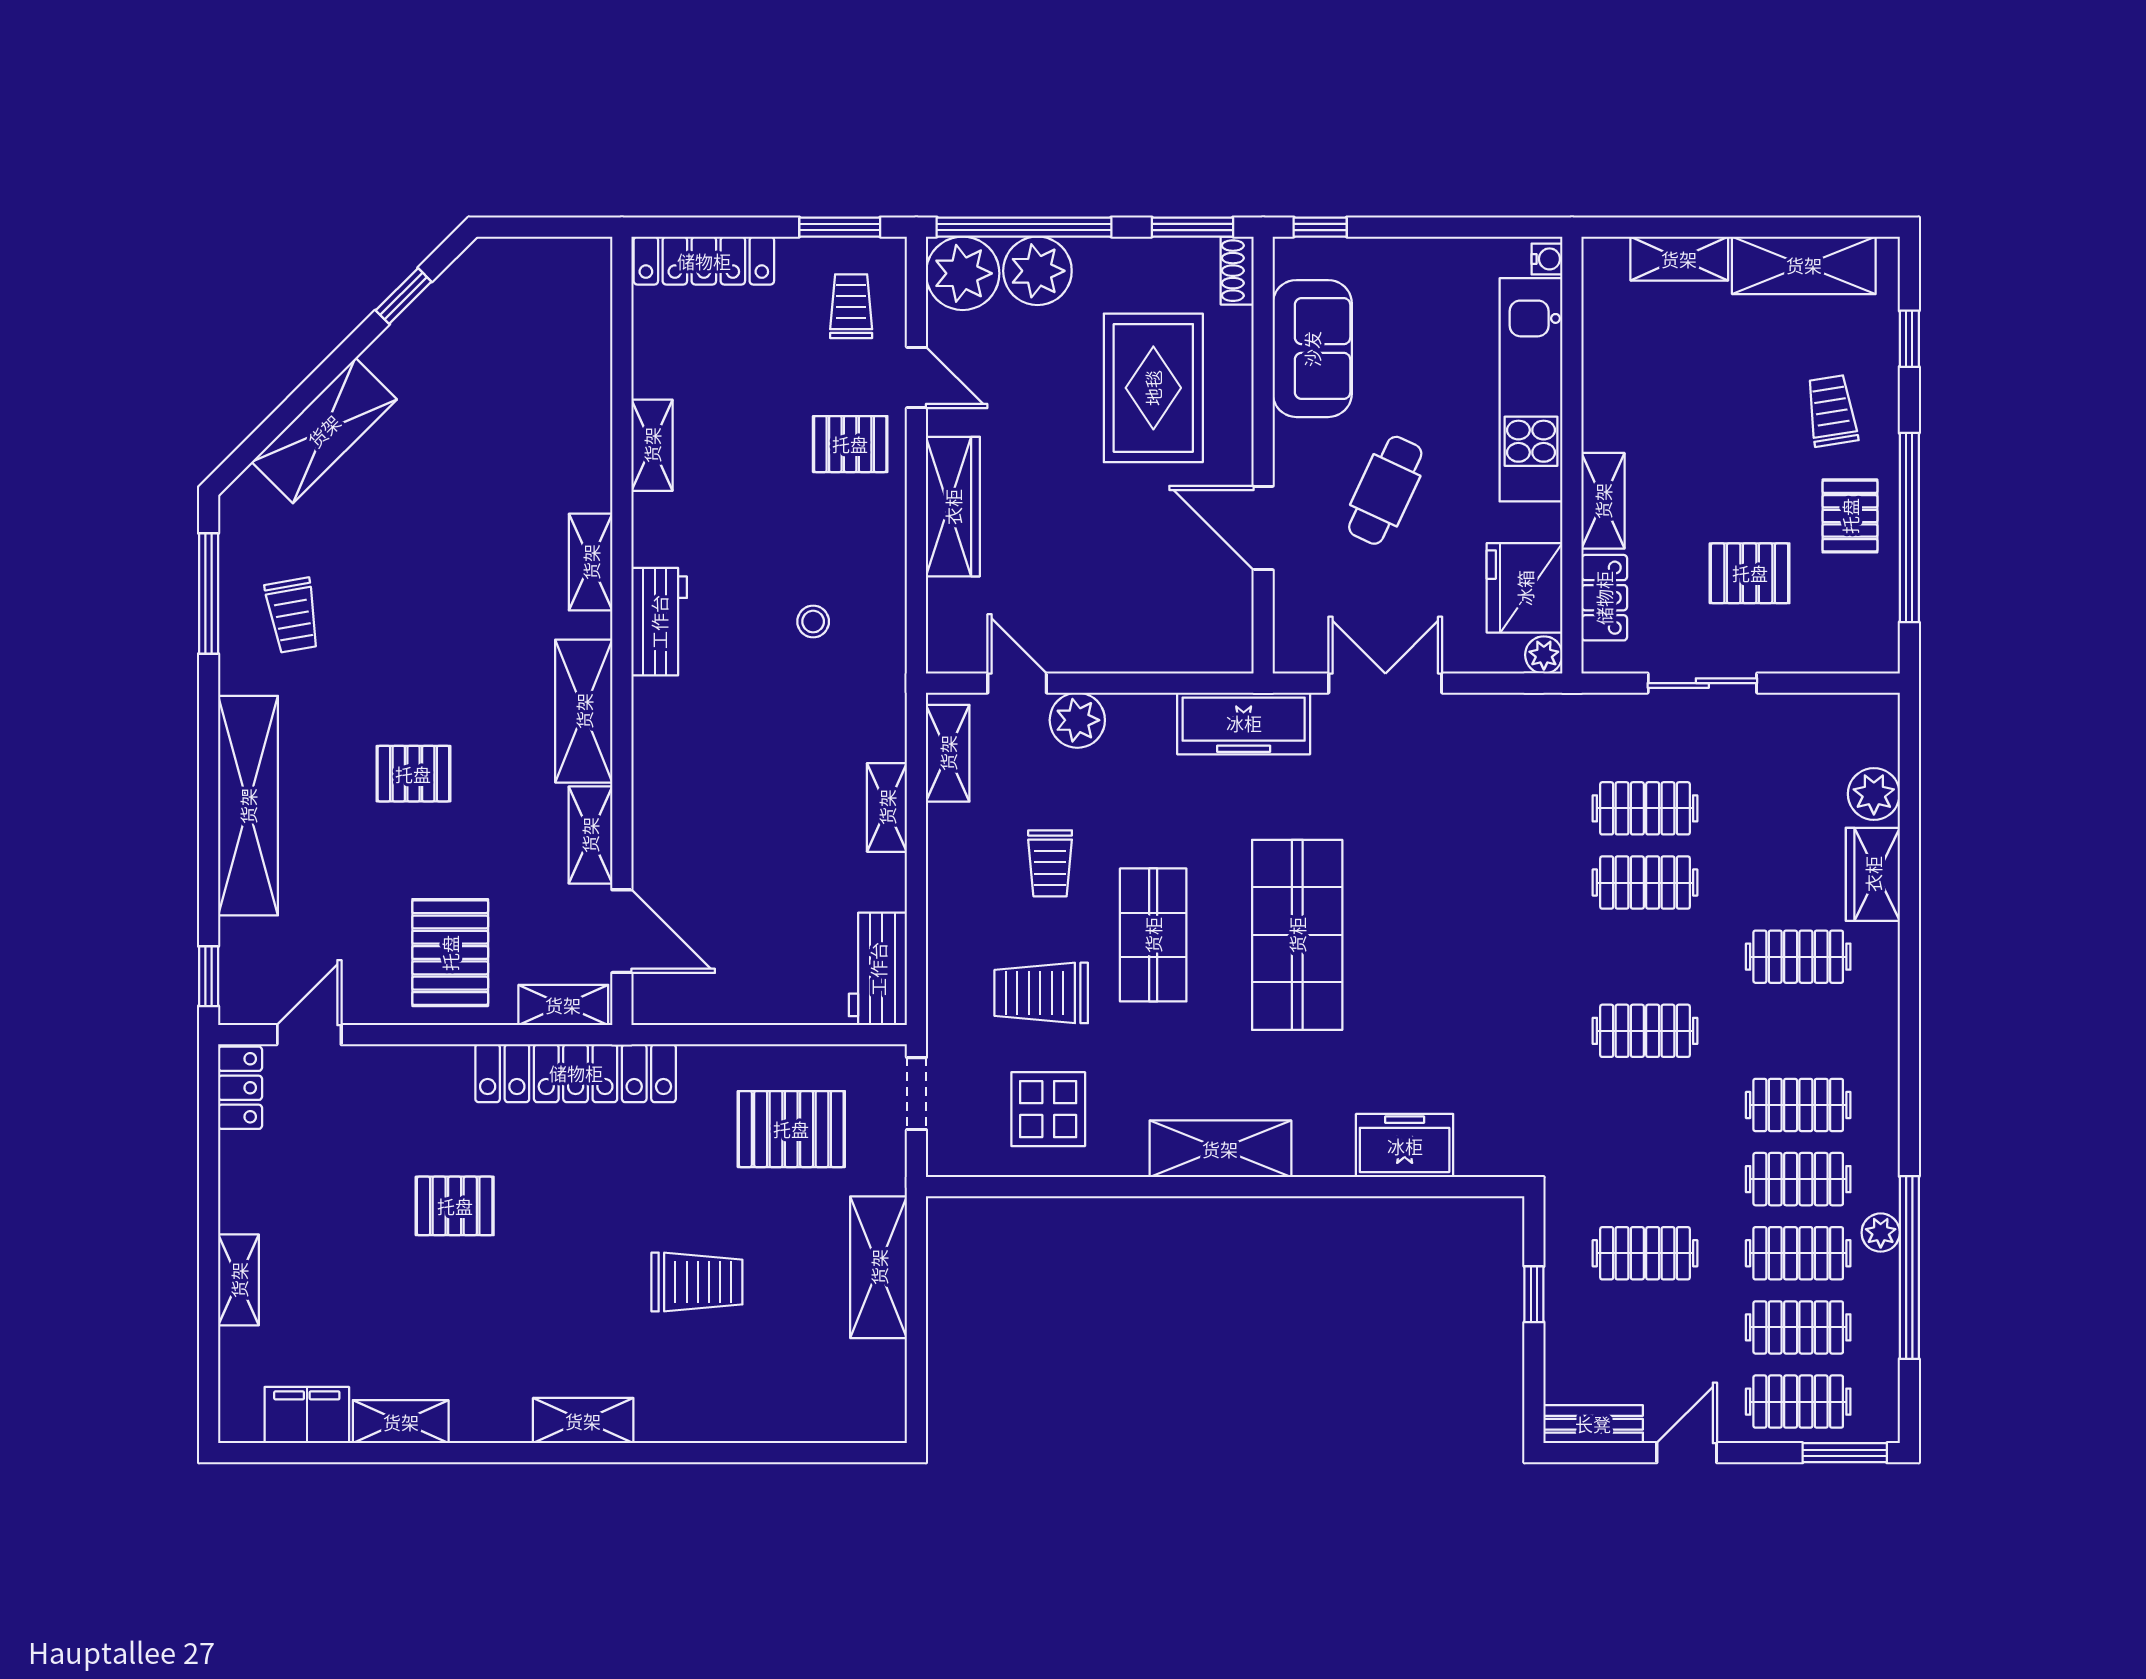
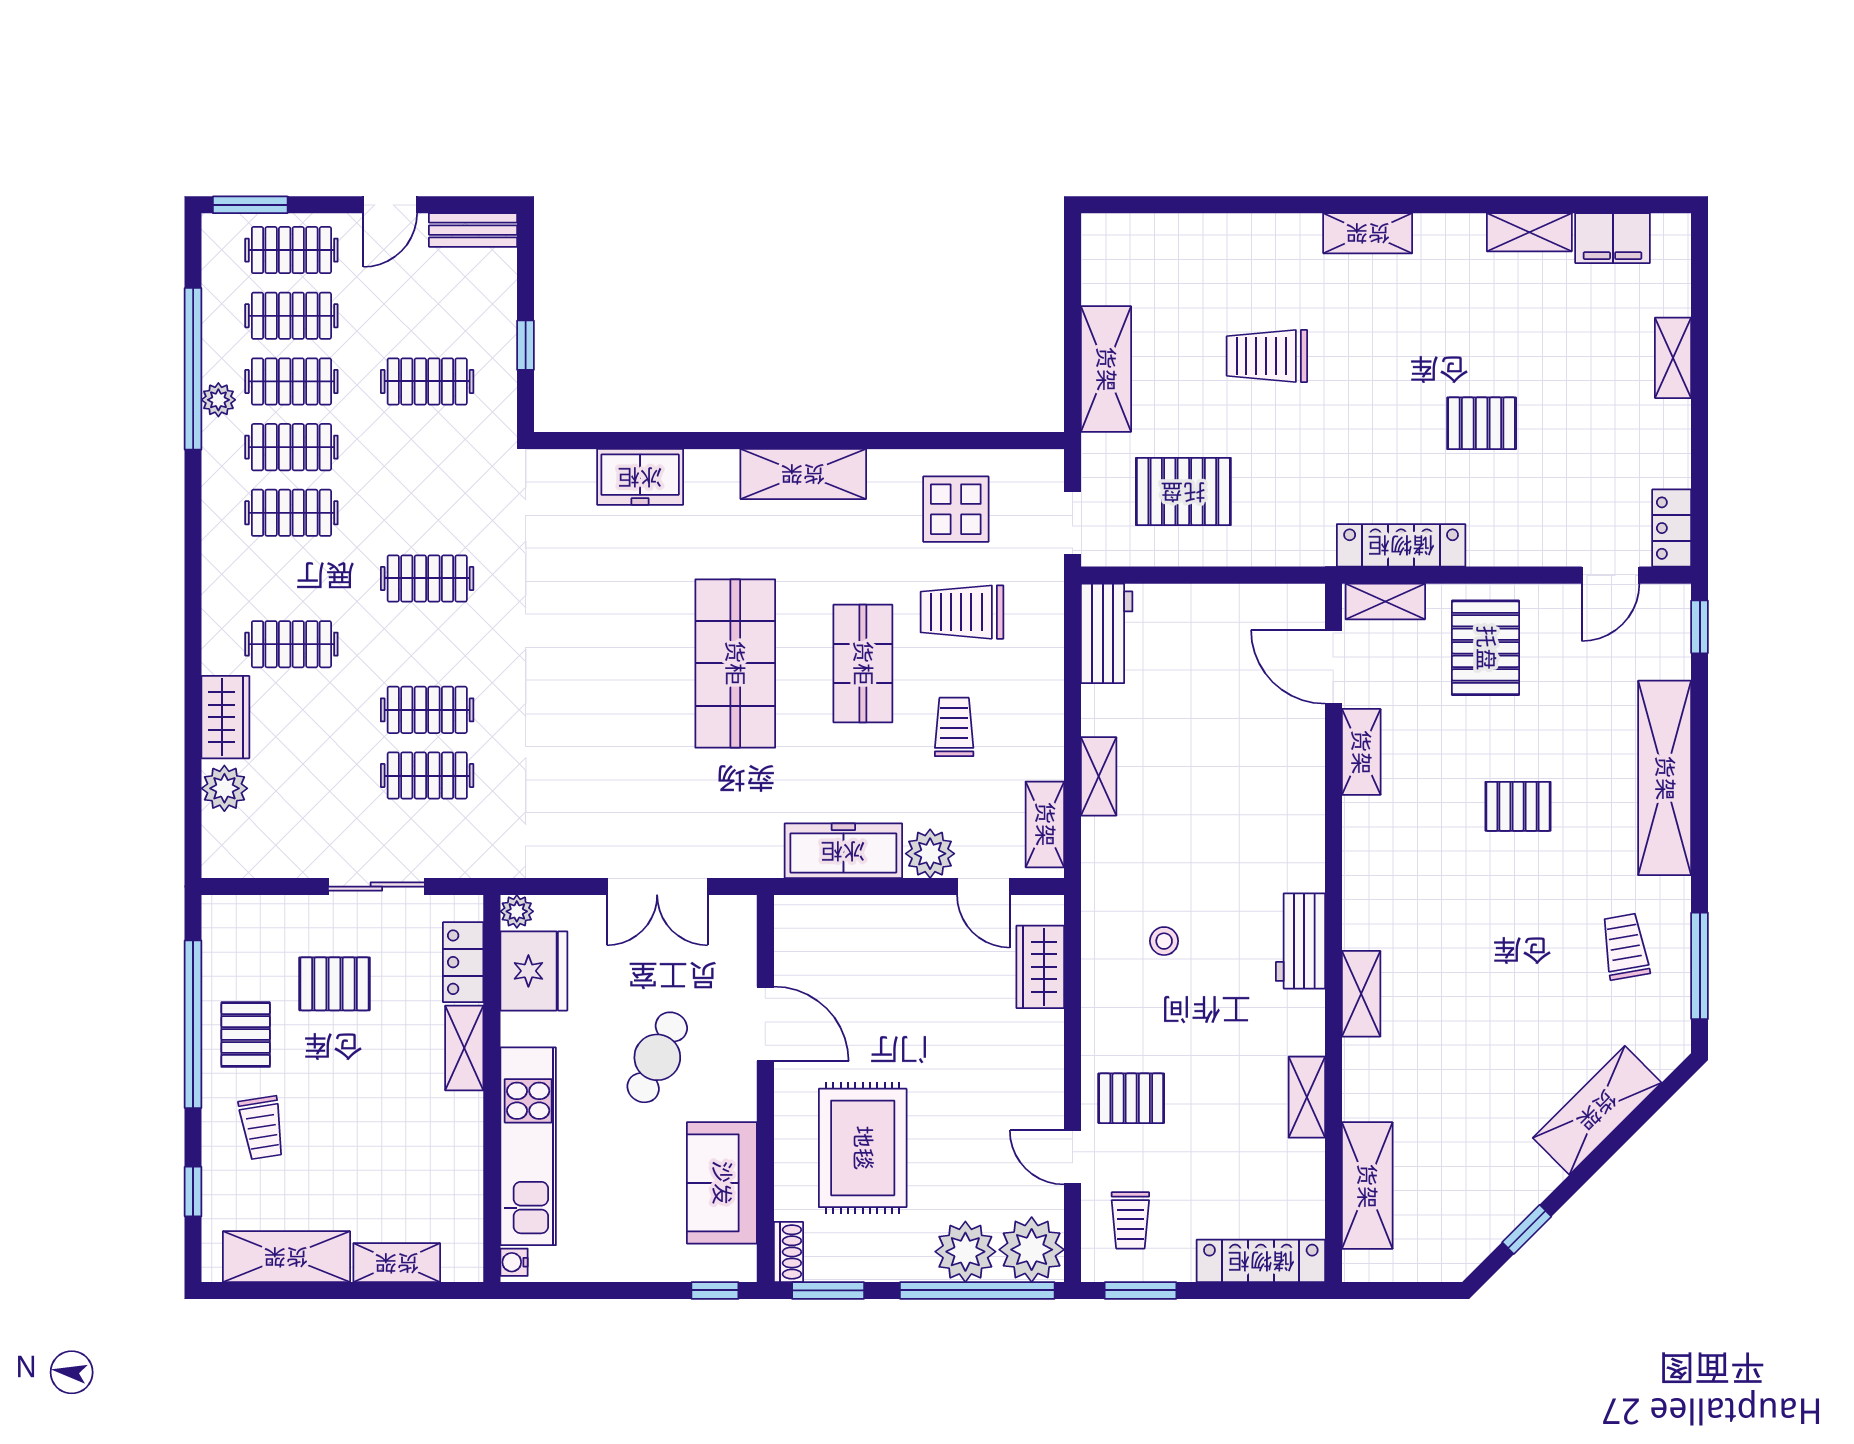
wardrobe: (953, 507) -> (1040, 967), moved, width x0.67
shelving: (584, 711) -> (1367, 1186), moved
freezer: (1244, 723) -> (843, 851), moved
trolley: (1041, 993) -> (962, 612), turned 180
locker: (576, 1073) -> (1401, 545), width x0.71, depth x0.83

